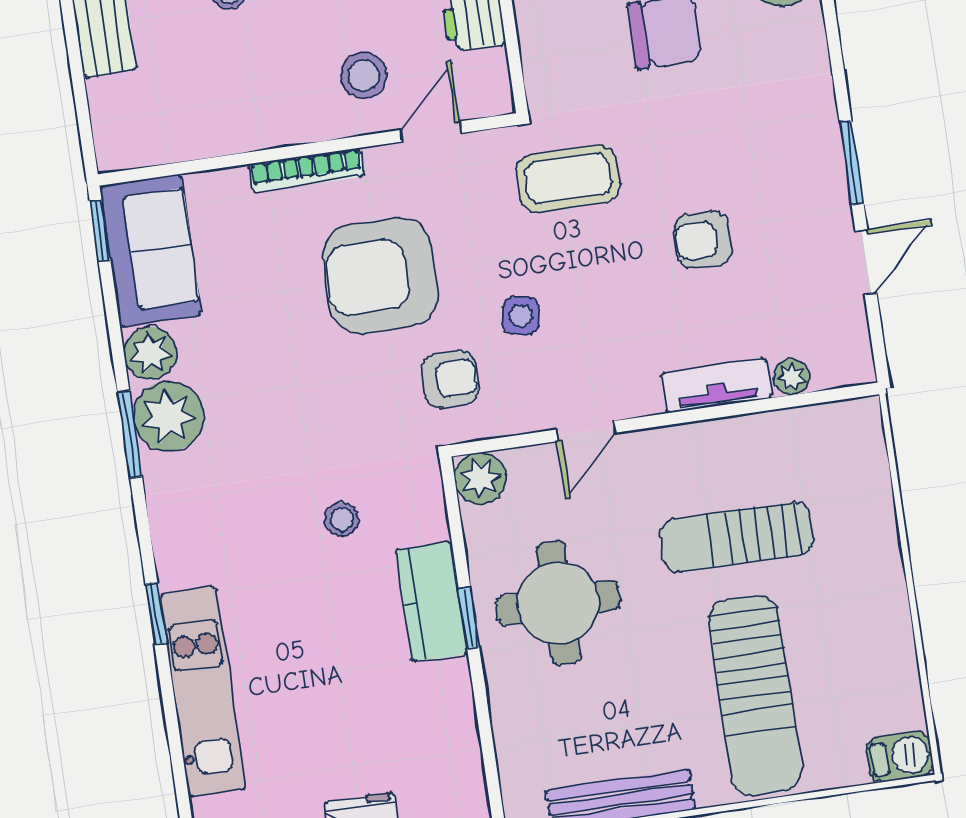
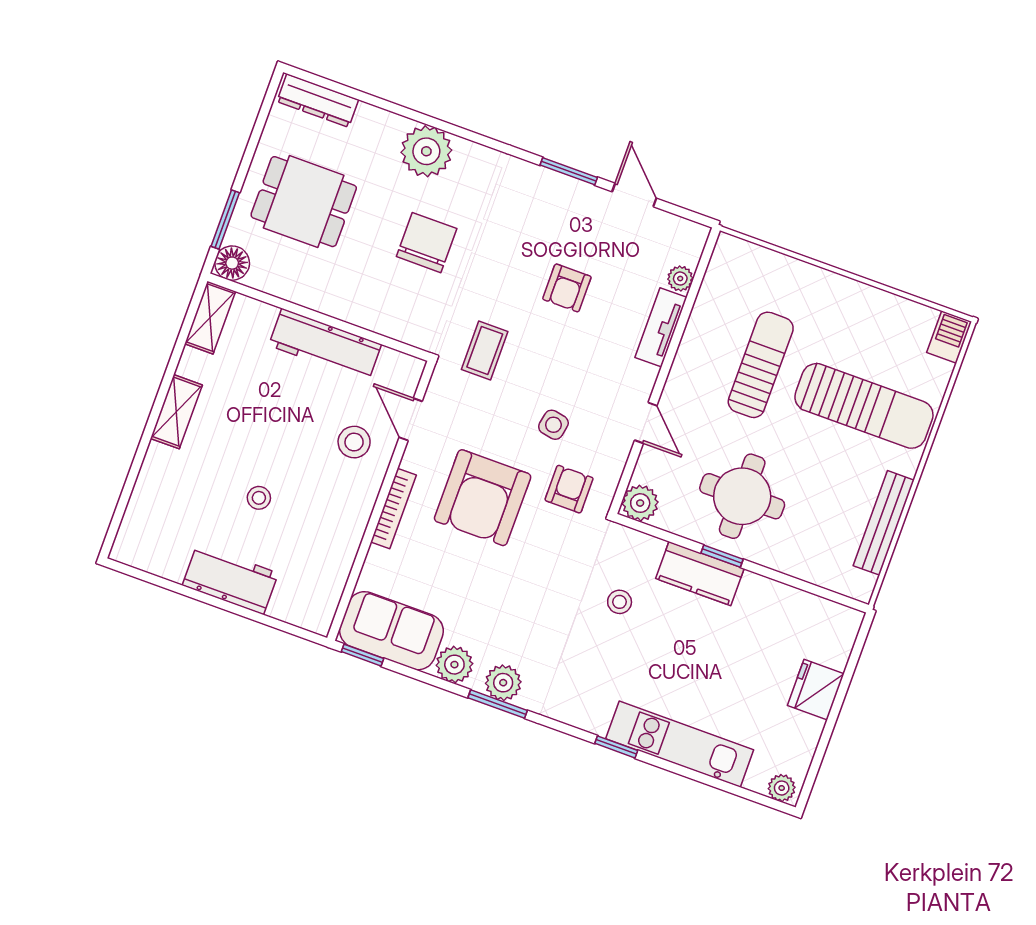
coffee table: (568, 178) -> (485, 350), width x0.73, depth x0.77
plant: (168, 416) -> (503, 683), width x0.73, depth x0.73
sun lounger: (737, 537) -> (761, 365), turned 180

